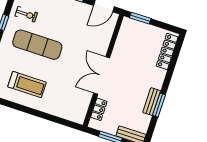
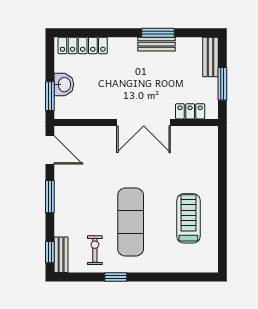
washbasin: (145, 30) -> (64, 85), added

